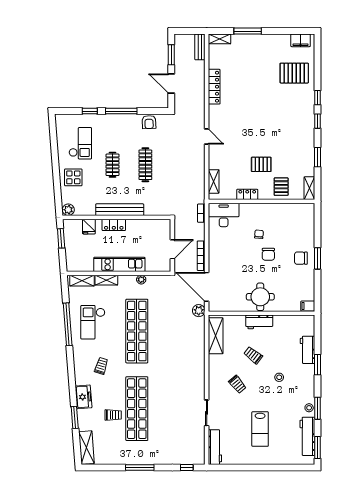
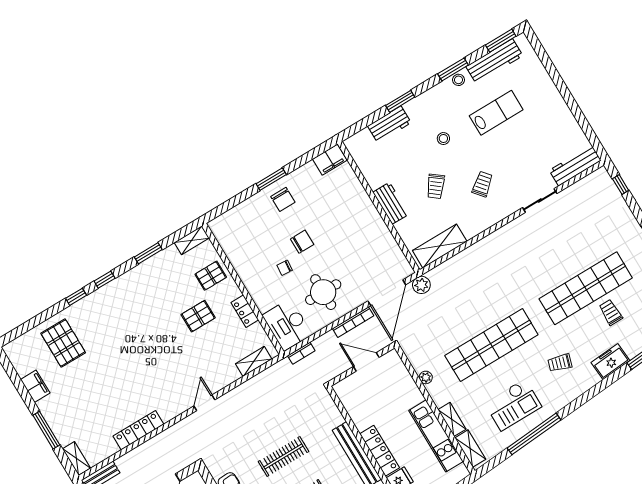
filing cabinet: (301, 40) -> (35, 386), moved
pallet: (261, 164) -> (198, 316), turned 90
locker: (114, 225) -> (380, 451), width x1.53
kitchen unit: (119, 264) -> (436, 436), moved
round table: (260, 297) -> (323, 292), moved
filing cabinet: (308, 306) -> (330, 160), width x2.00
lab bench: (260, 429) -> (496, 113), moved

